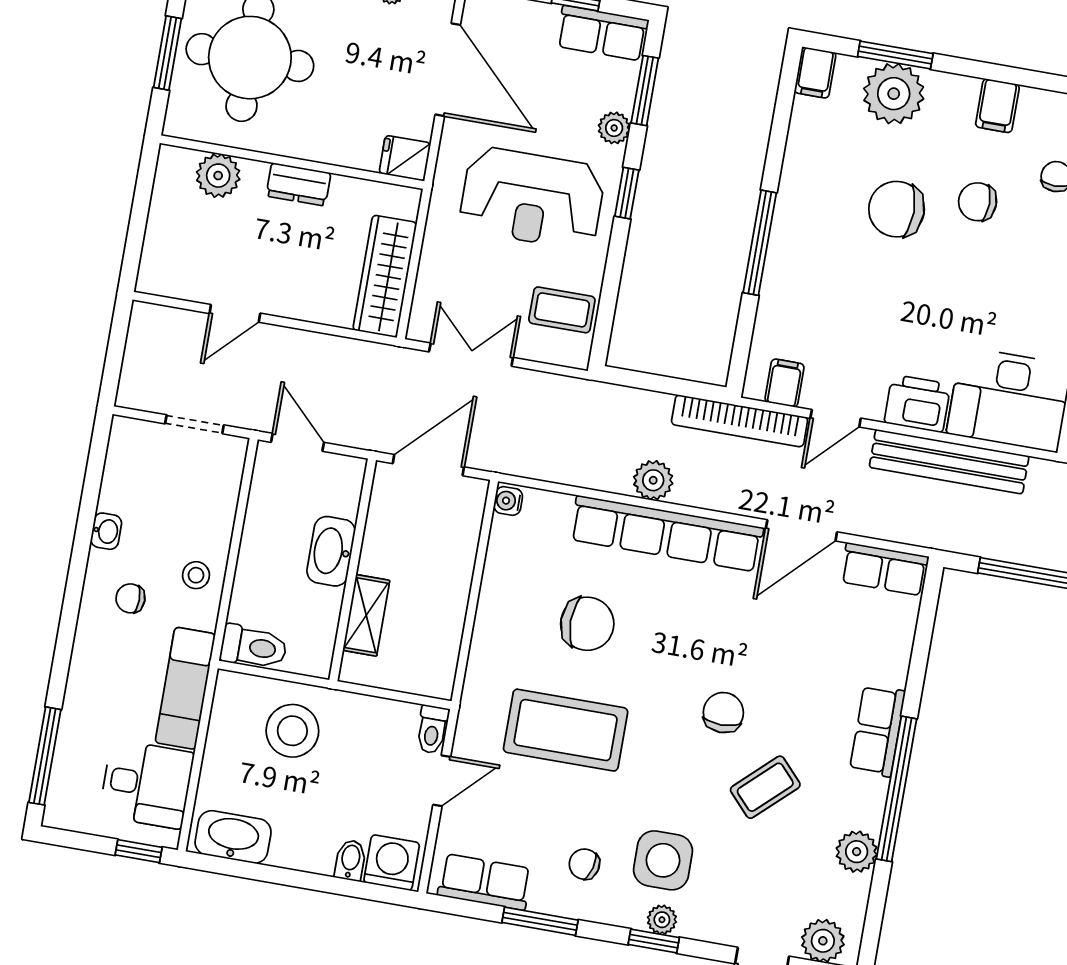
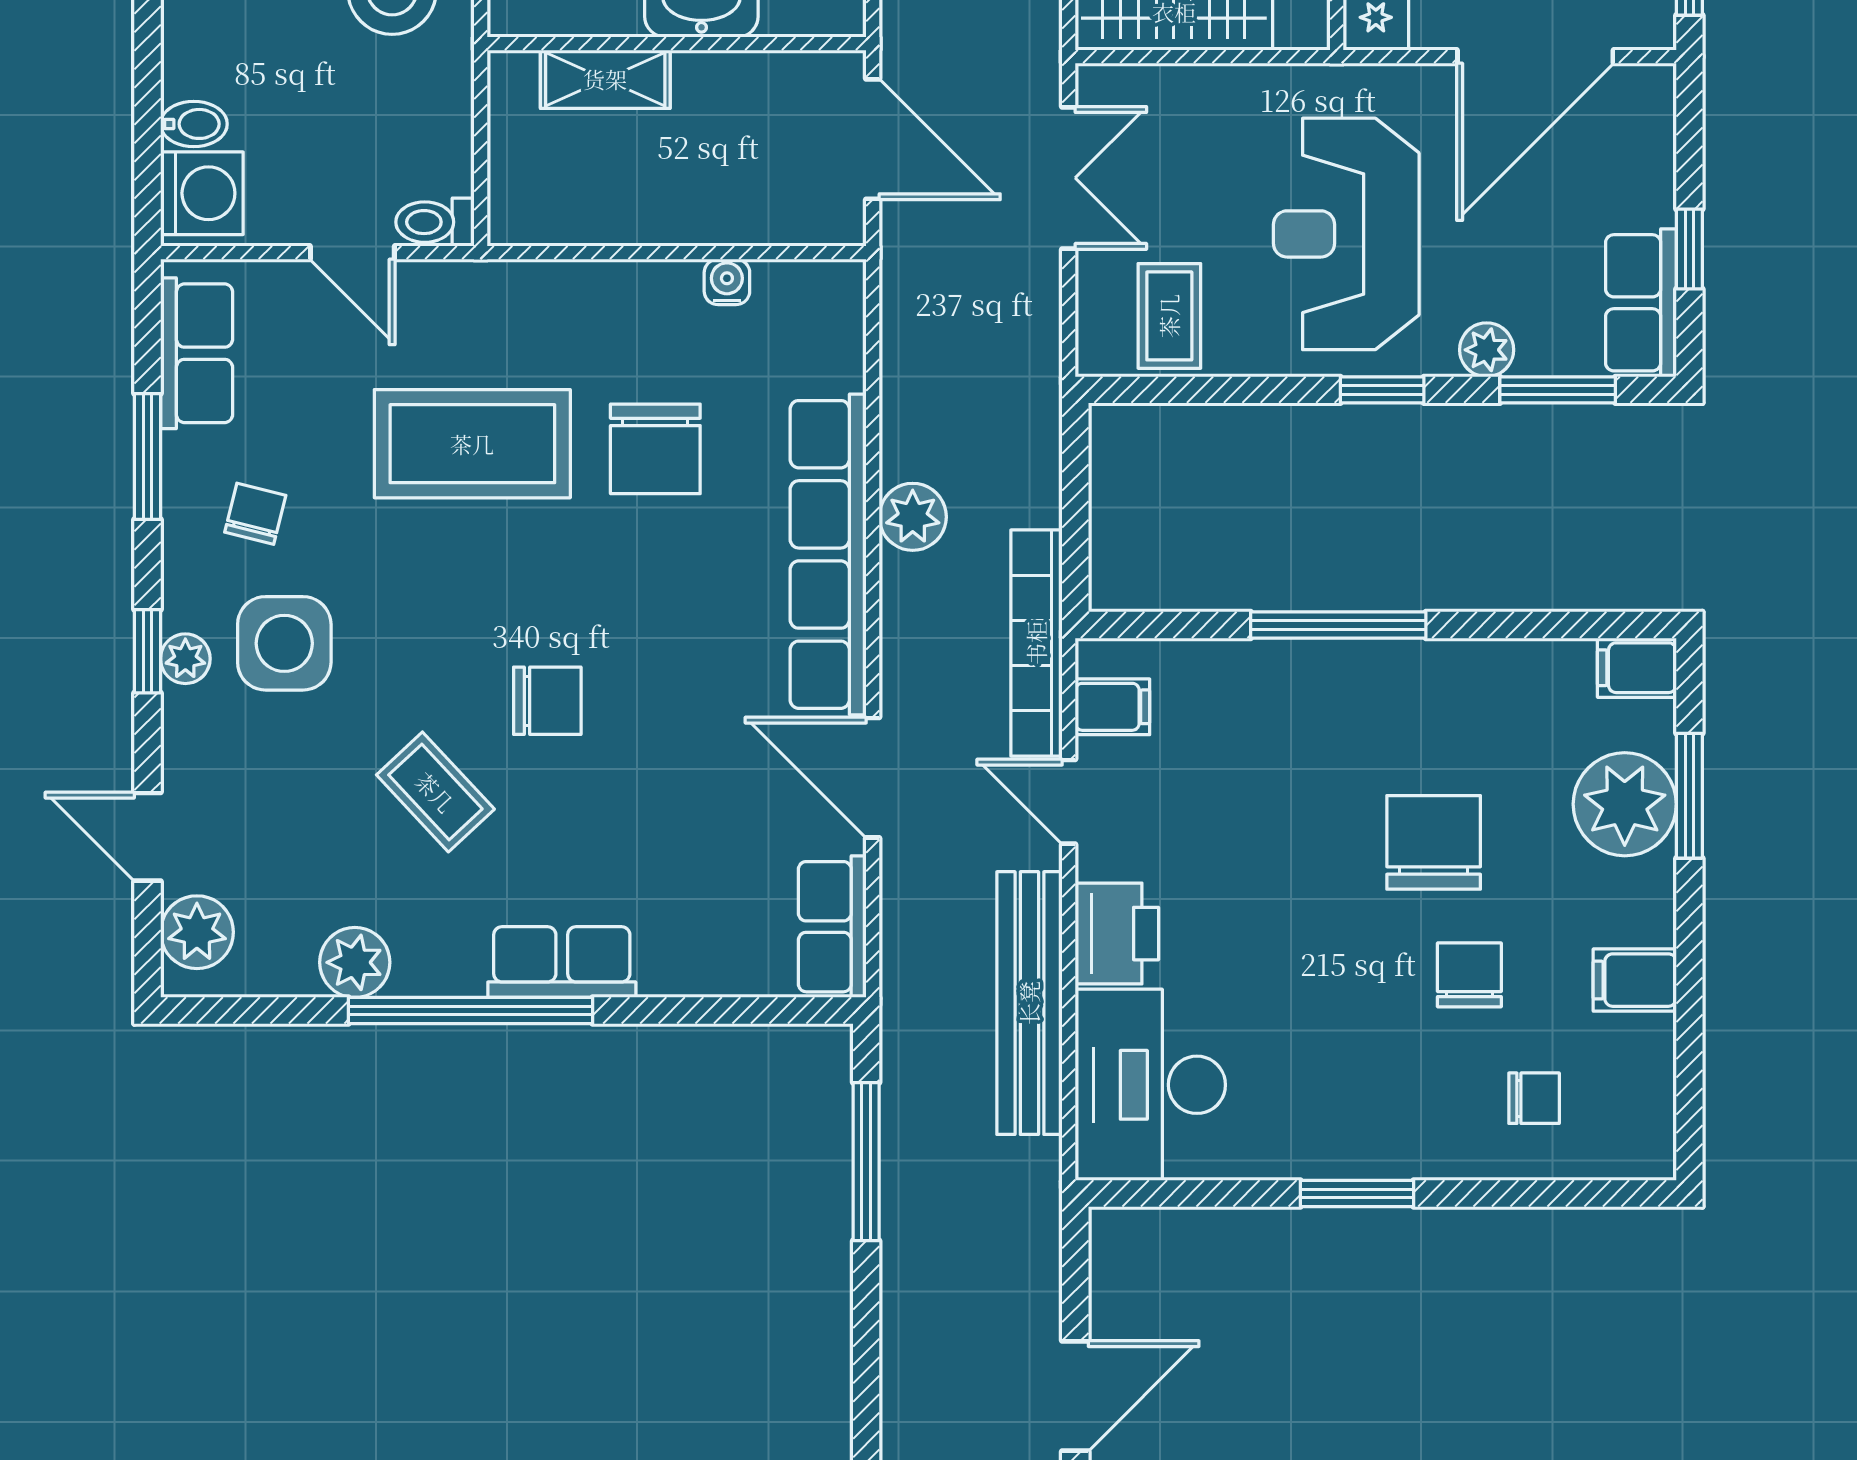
water cooler: (508, 501) -> (727, 282), moved
coffee table: (566, 730) -> (472, 444), turned 90

